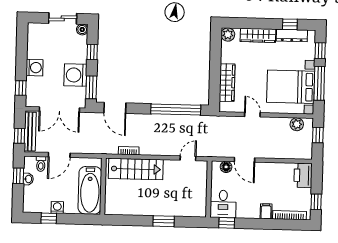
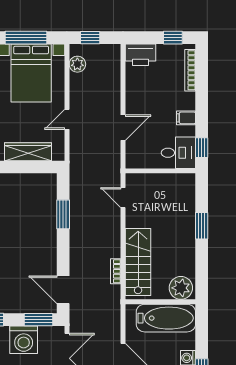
door: (115, 108) -> (63, 290), swing flipped
window: (176, 109) -> (63, 214), width x0.47
floor lamp: (226, 167) -> (132, 150), removed
plant: (114, 203) -> (181, 288), added
filing cabinet: (266, 211) -> (186, 118), moved

